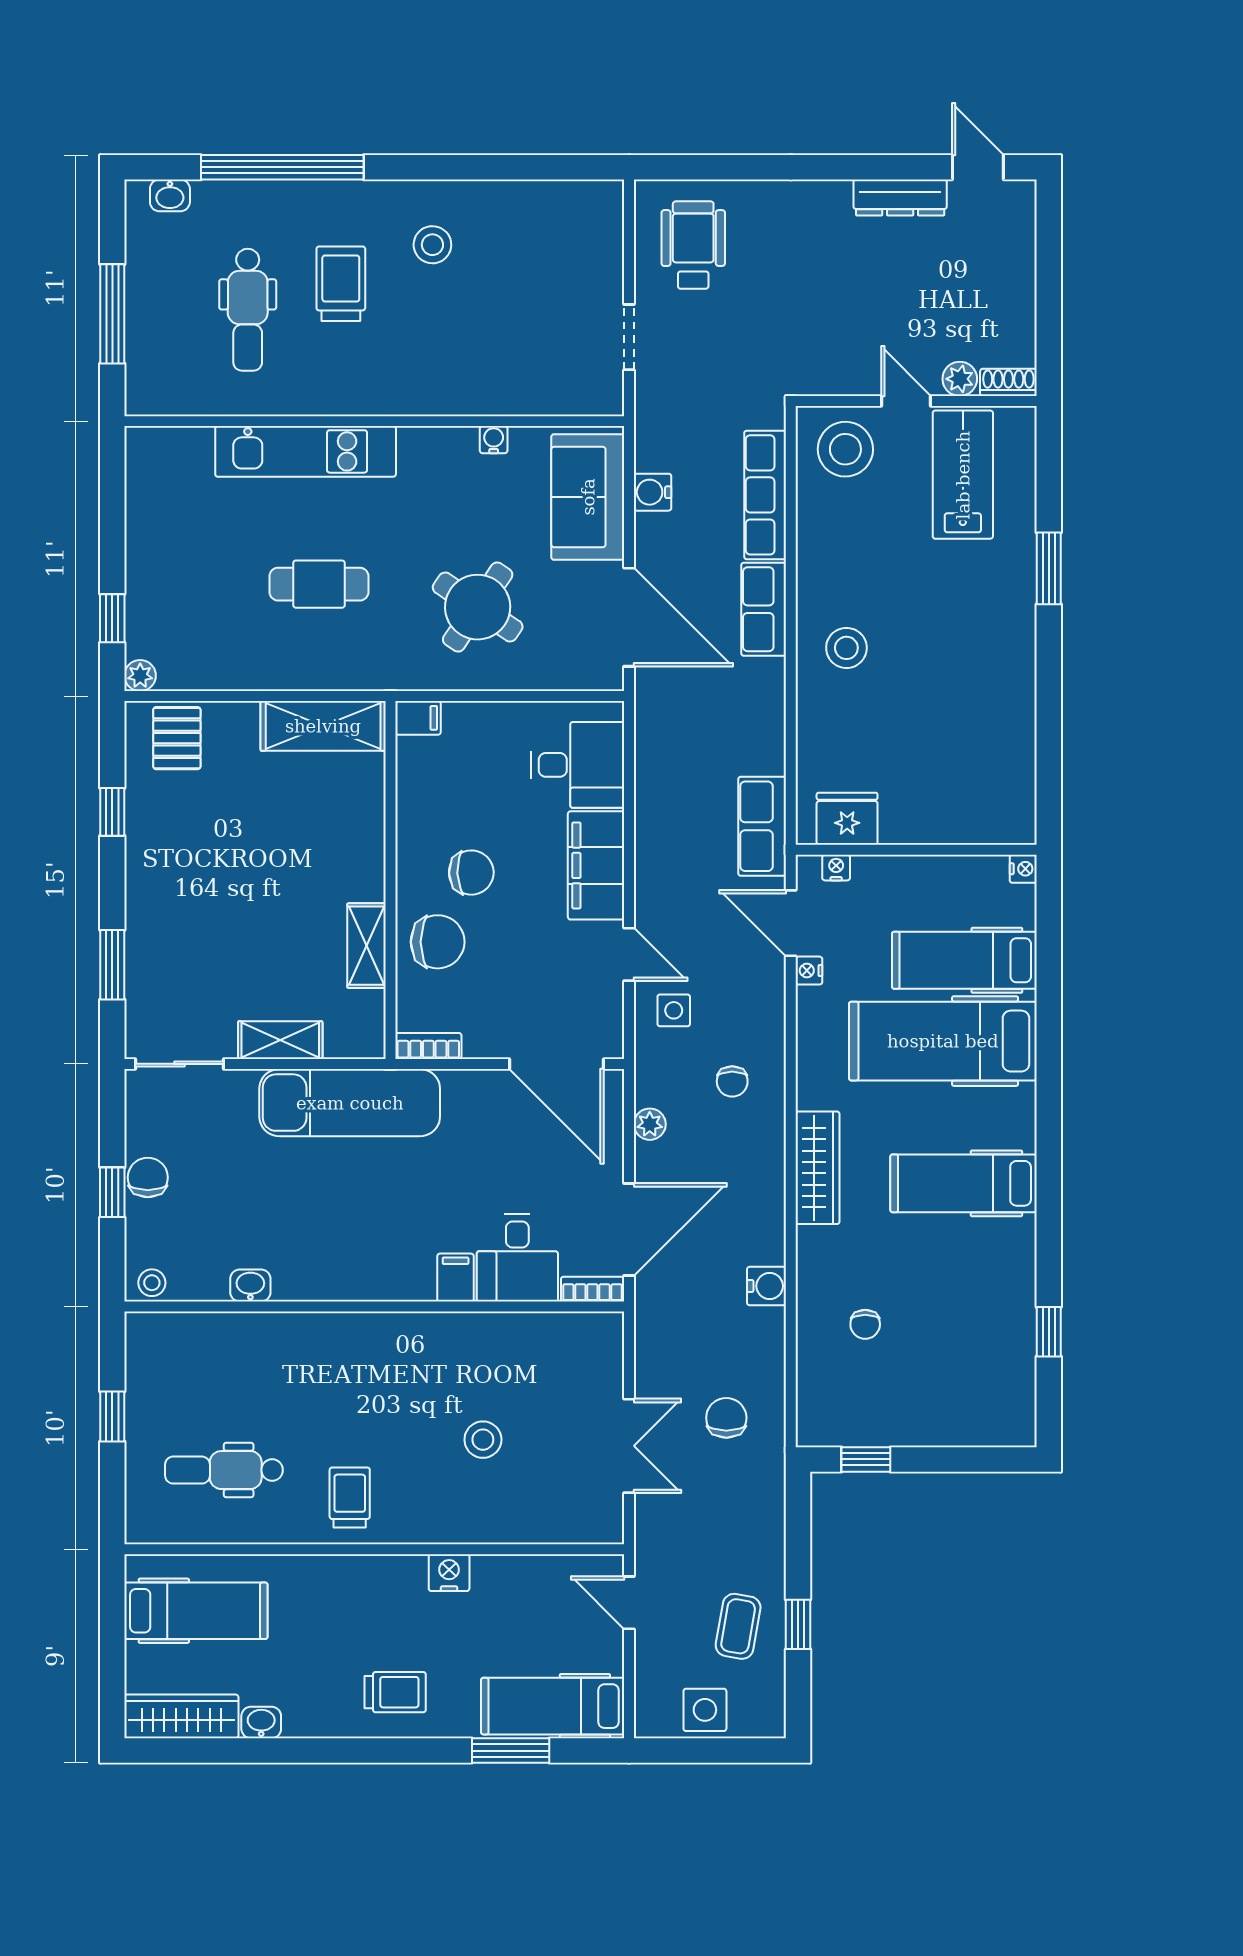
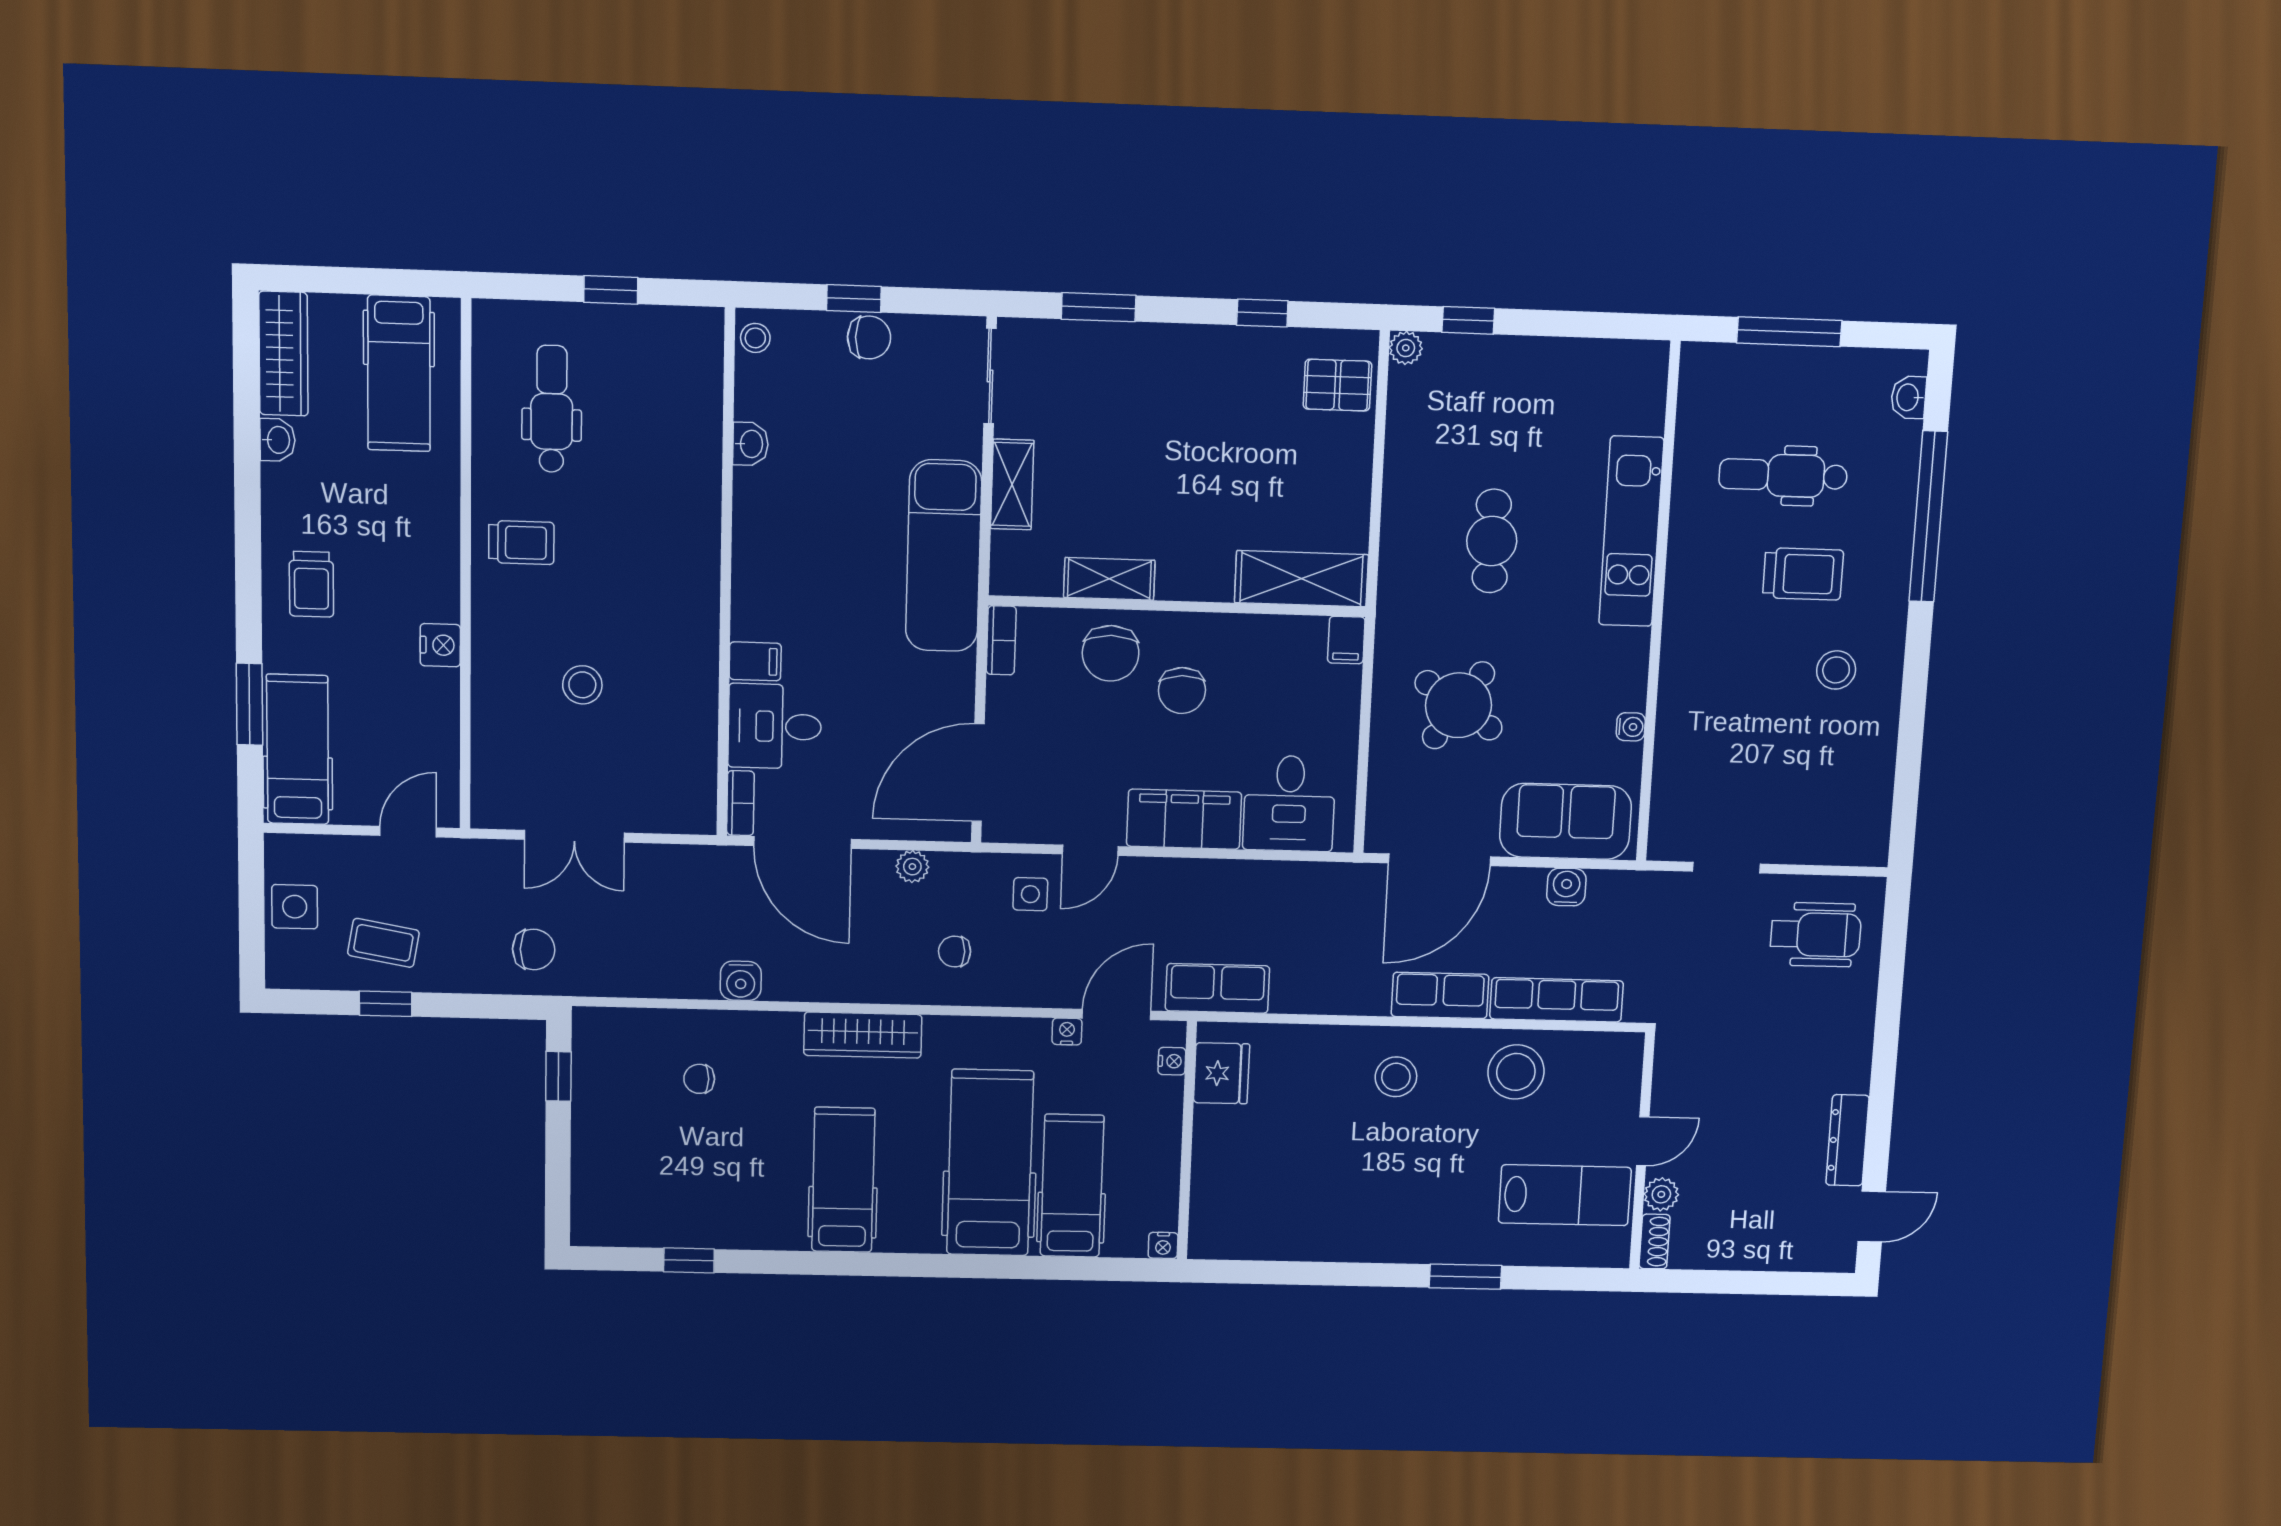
stool: (845, 449) -> (1516, 1072), moved
shelving: (323, 726) -> (1301, 579), moved, turned 90
chair: (726, 1418) -> (534, 949), moved

